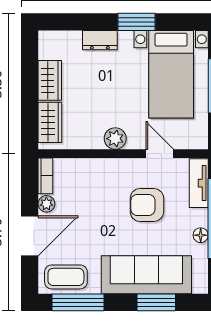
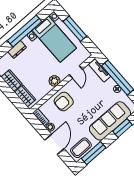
window: (136, 22) -> (25, 31), width x2.11
door: (160, 154) -> (76, 72), swing flipped
armchair: (147, 205) -> (64, 102), moved

